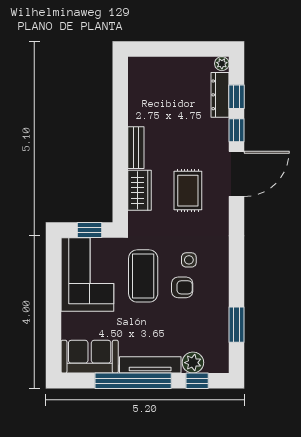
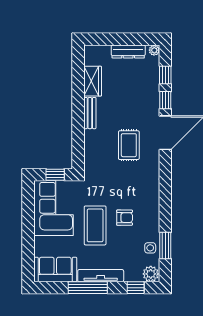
dresser: (220, 95) -> (128, 51), moved, turned -90
wardrobe: (139, 190) -> (93, 81), moved
side table: (189, 260) -> (150, 248), moved
coffee table: (143, 276) -> (95, 225), moved
plant: (193, 363) -> (151, 274), moved
window: (133, 381) -> (88, 288), width x0.68

